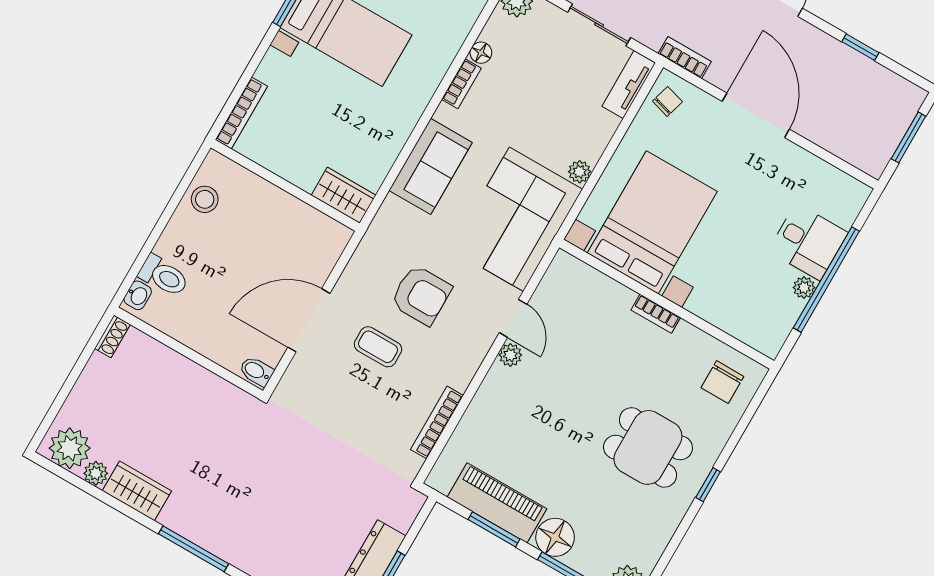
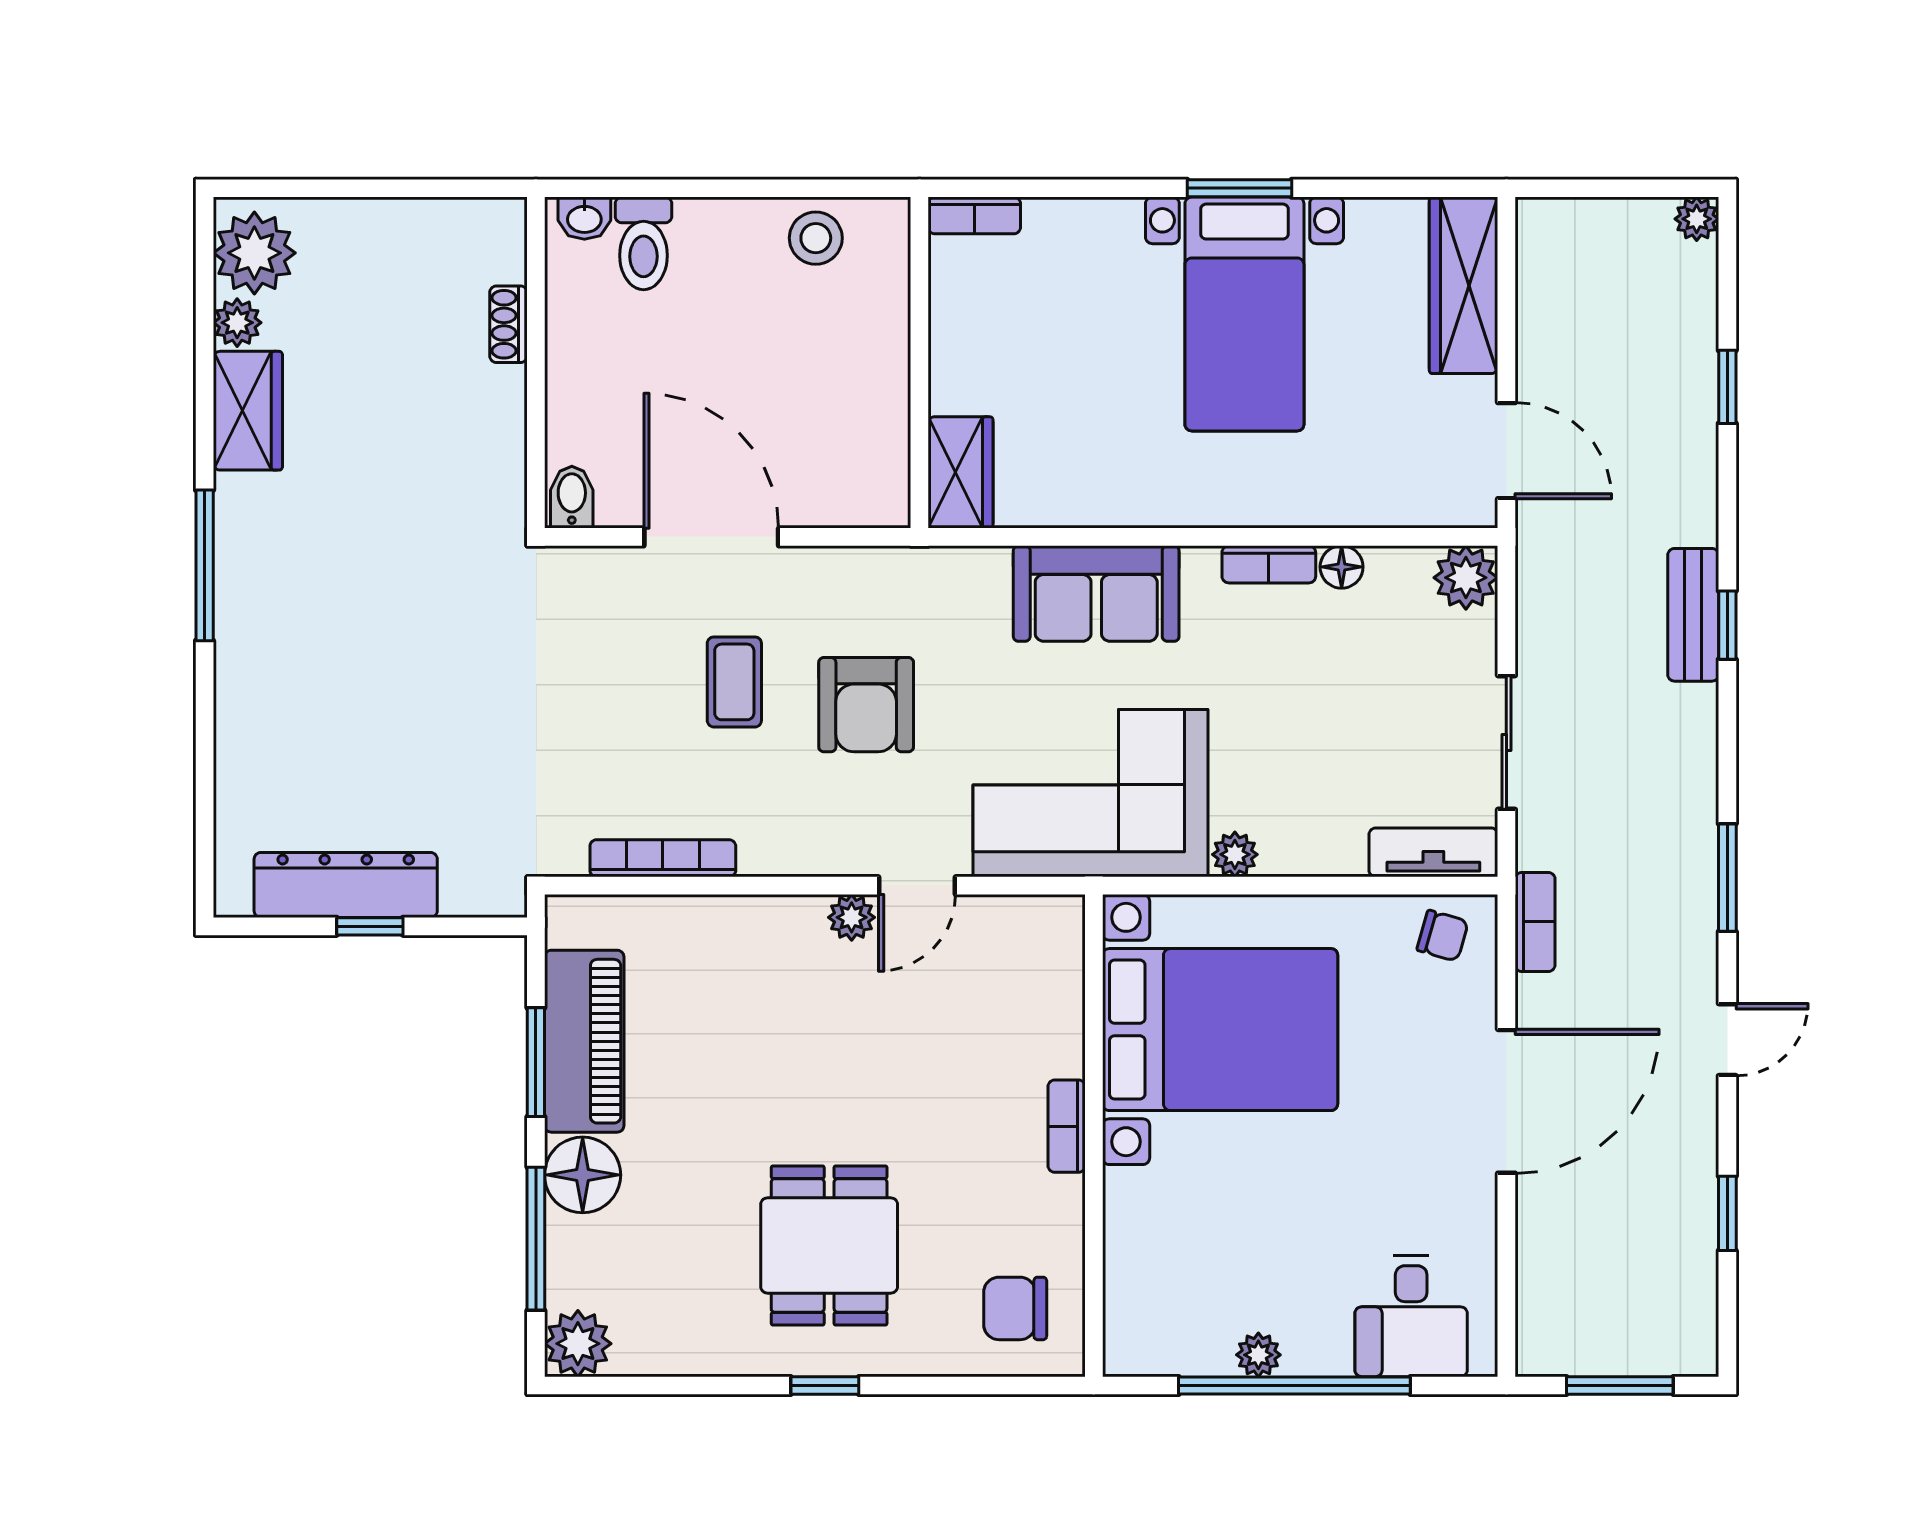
bookcase: (241, 113) -> (974, 215), width x0.64
desk: (808, 242) -> (1411, 1316), moved
shoe rack: (112, 336) -> (508, 324), moved, turned 90

